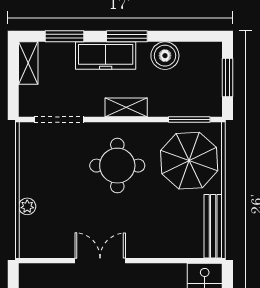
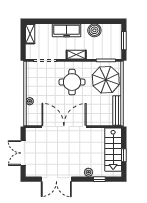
window: (65, 36) -> (47, 21), removed
window: (127, 36) -> (77, 21), removed
double door: (100, 261) -> (64, 127), width x1.87

